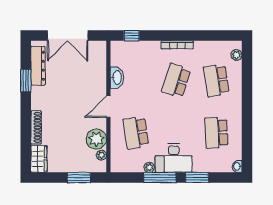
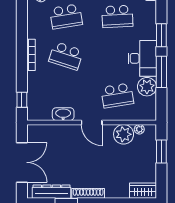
shoe rack: (36, 127) -> (88, 193), moved
plant: (149, 167) -> (147, 87), width x1.87, depth x1.87

